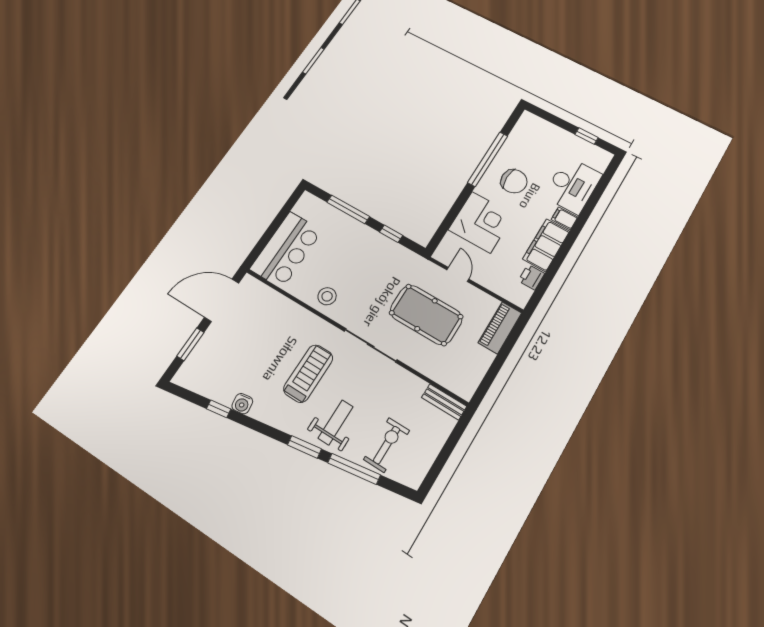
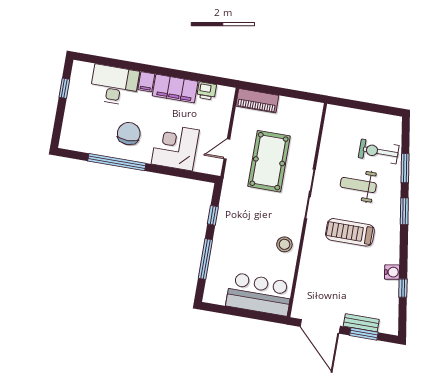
bench: (444, 402) -> (361, 323), moved, turned 90
weight bench: (336, 422) -> (358, 185), moved
window: (354, 469) -> (405, 168), width x0.69

